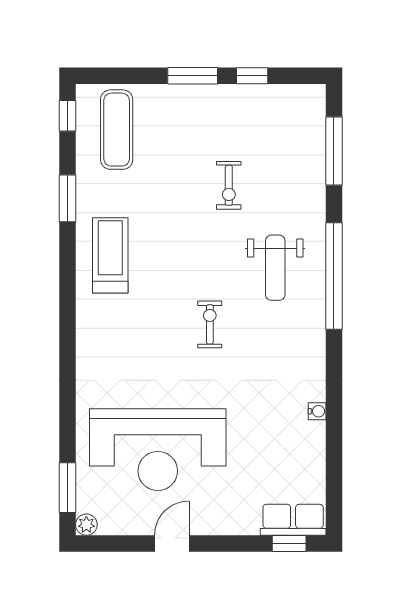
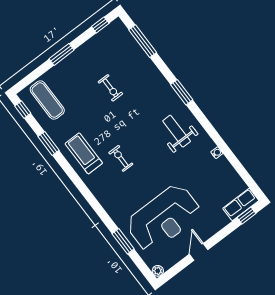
window: (252, 76) -> (100, 25), moved
weight bench: (275, 268) -> (177, 131), moved, turned 180
window: (334, 276) -> (182, 92), width x0.47
exercise bike: (210, 324) -> (121, 158), moved
window: (67, 488) -> (123, 241), moved

